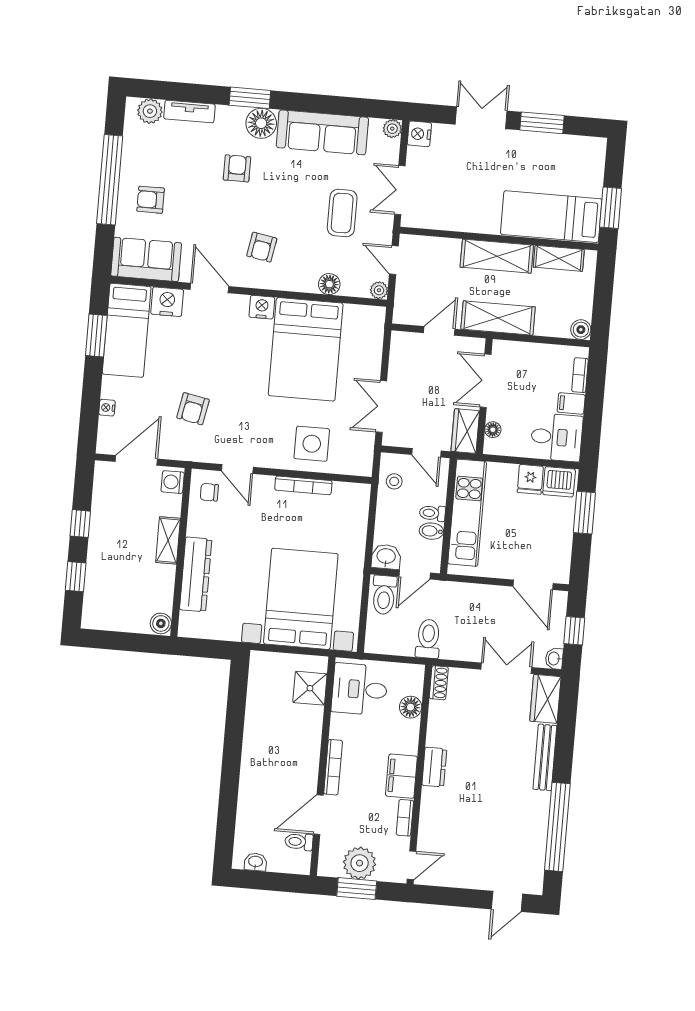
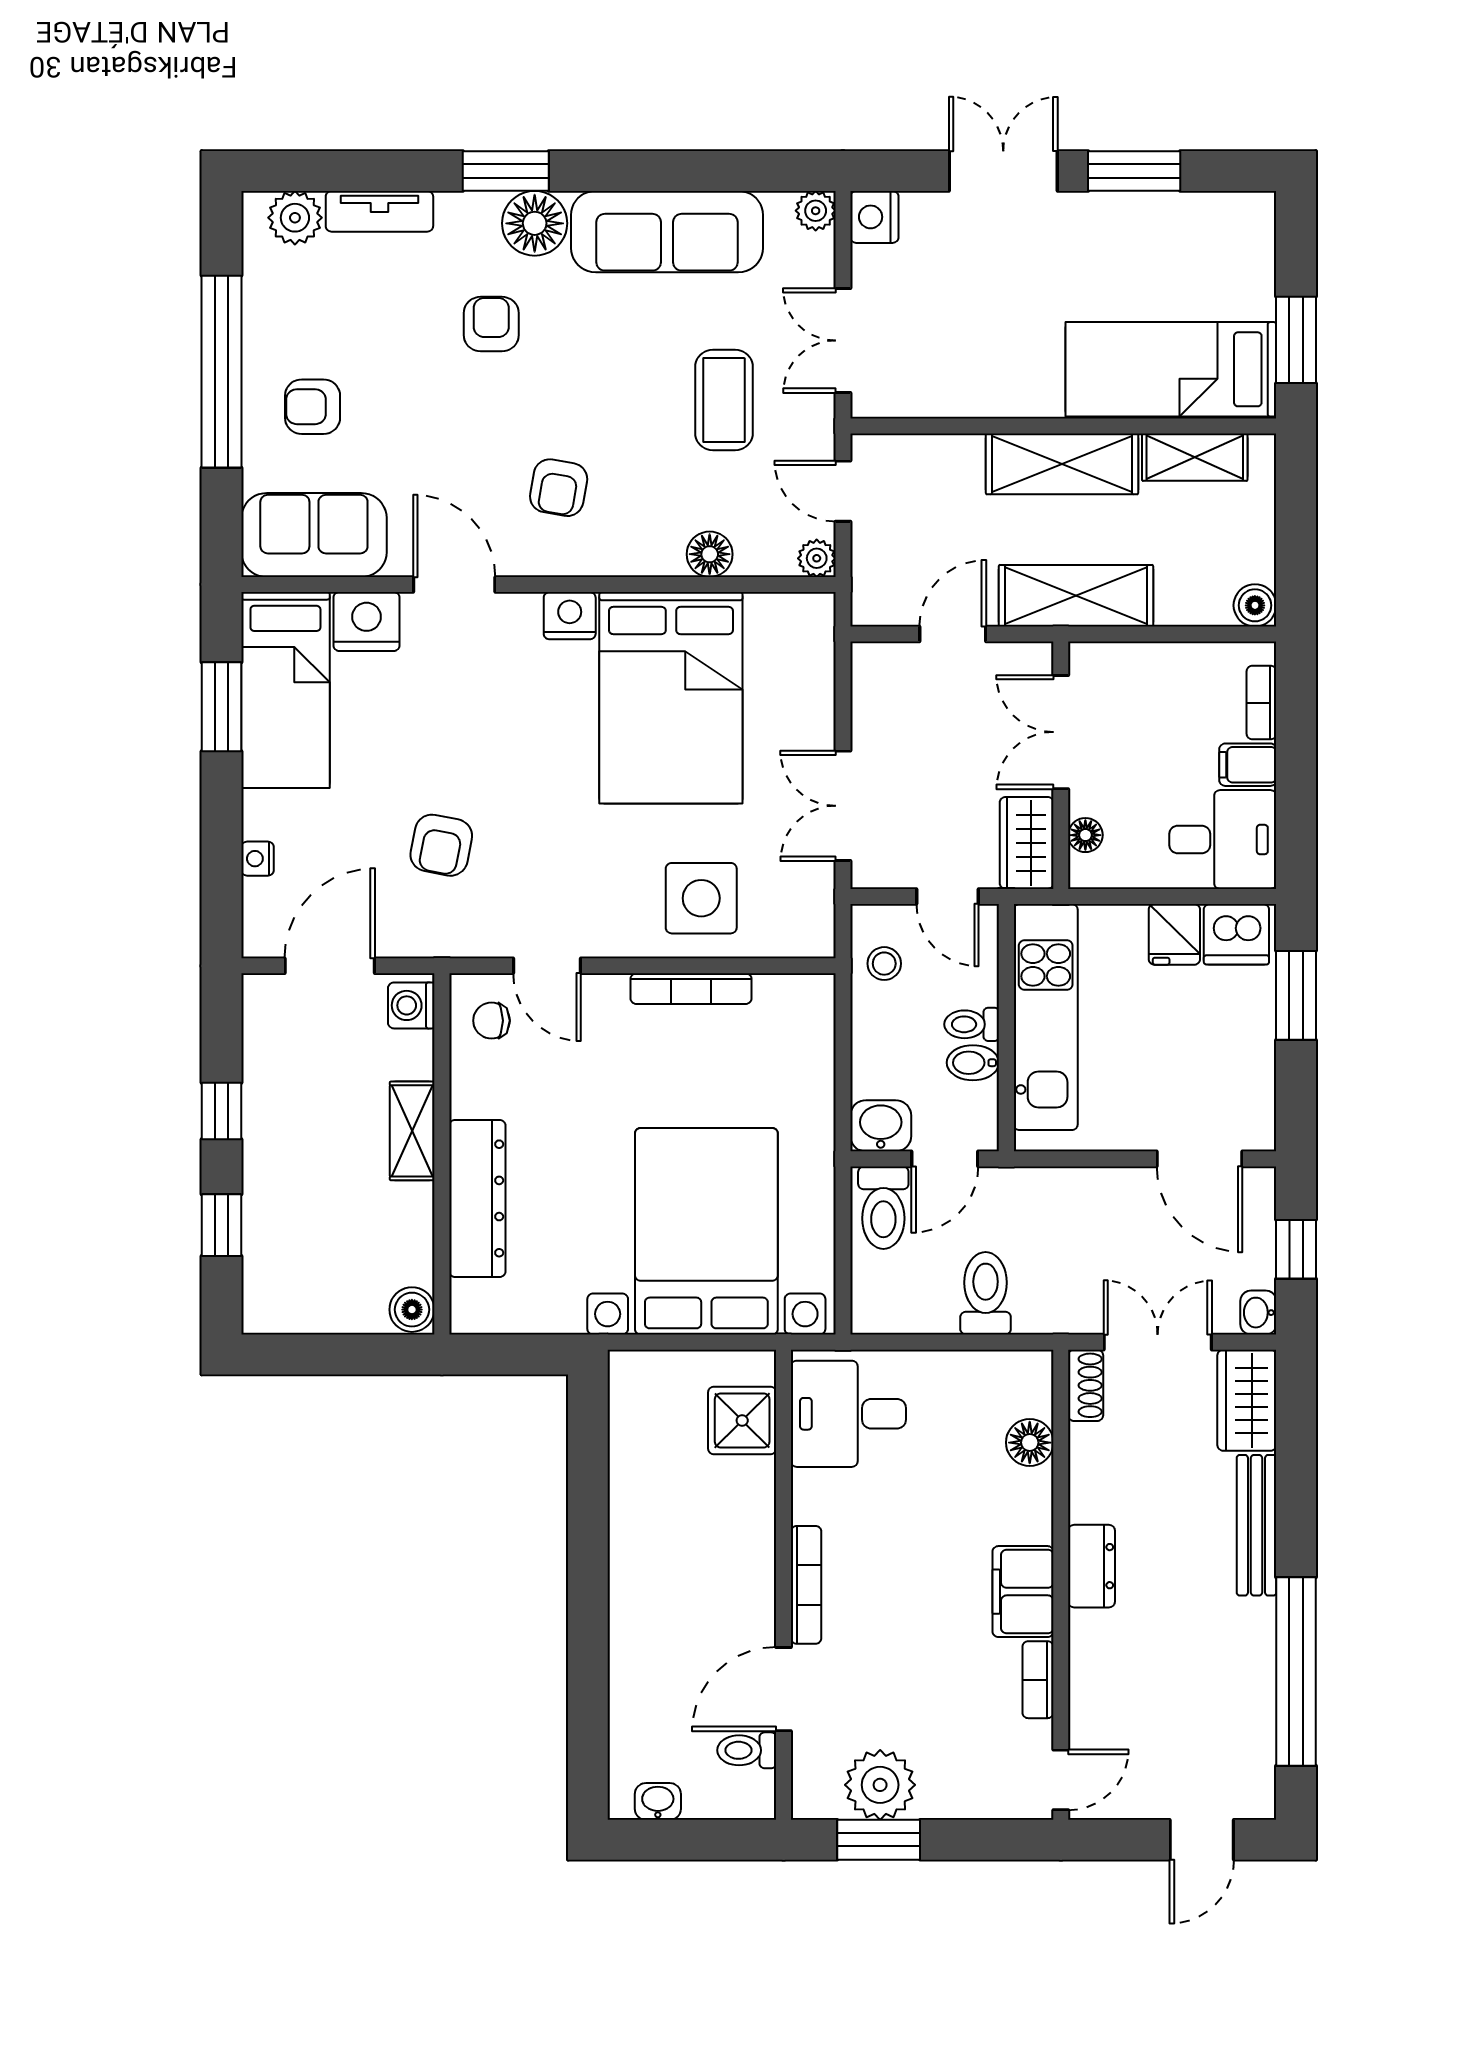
shoe rack: (439, 683) -> (1086, 1385), moved
floor lamp: (411, 707) -> (1030, 1443), moved
dresser: (434, 767) -> (1092, 1566), moved
wall: (419, 774) -> (1061, 1585), moved
filing cabinet: (401, 776) -> (1023, 1592), moved
bookcase: (405, 818) -> (1038, 1680), moved
door: (412, 865) -> (1061, 1780), moved

